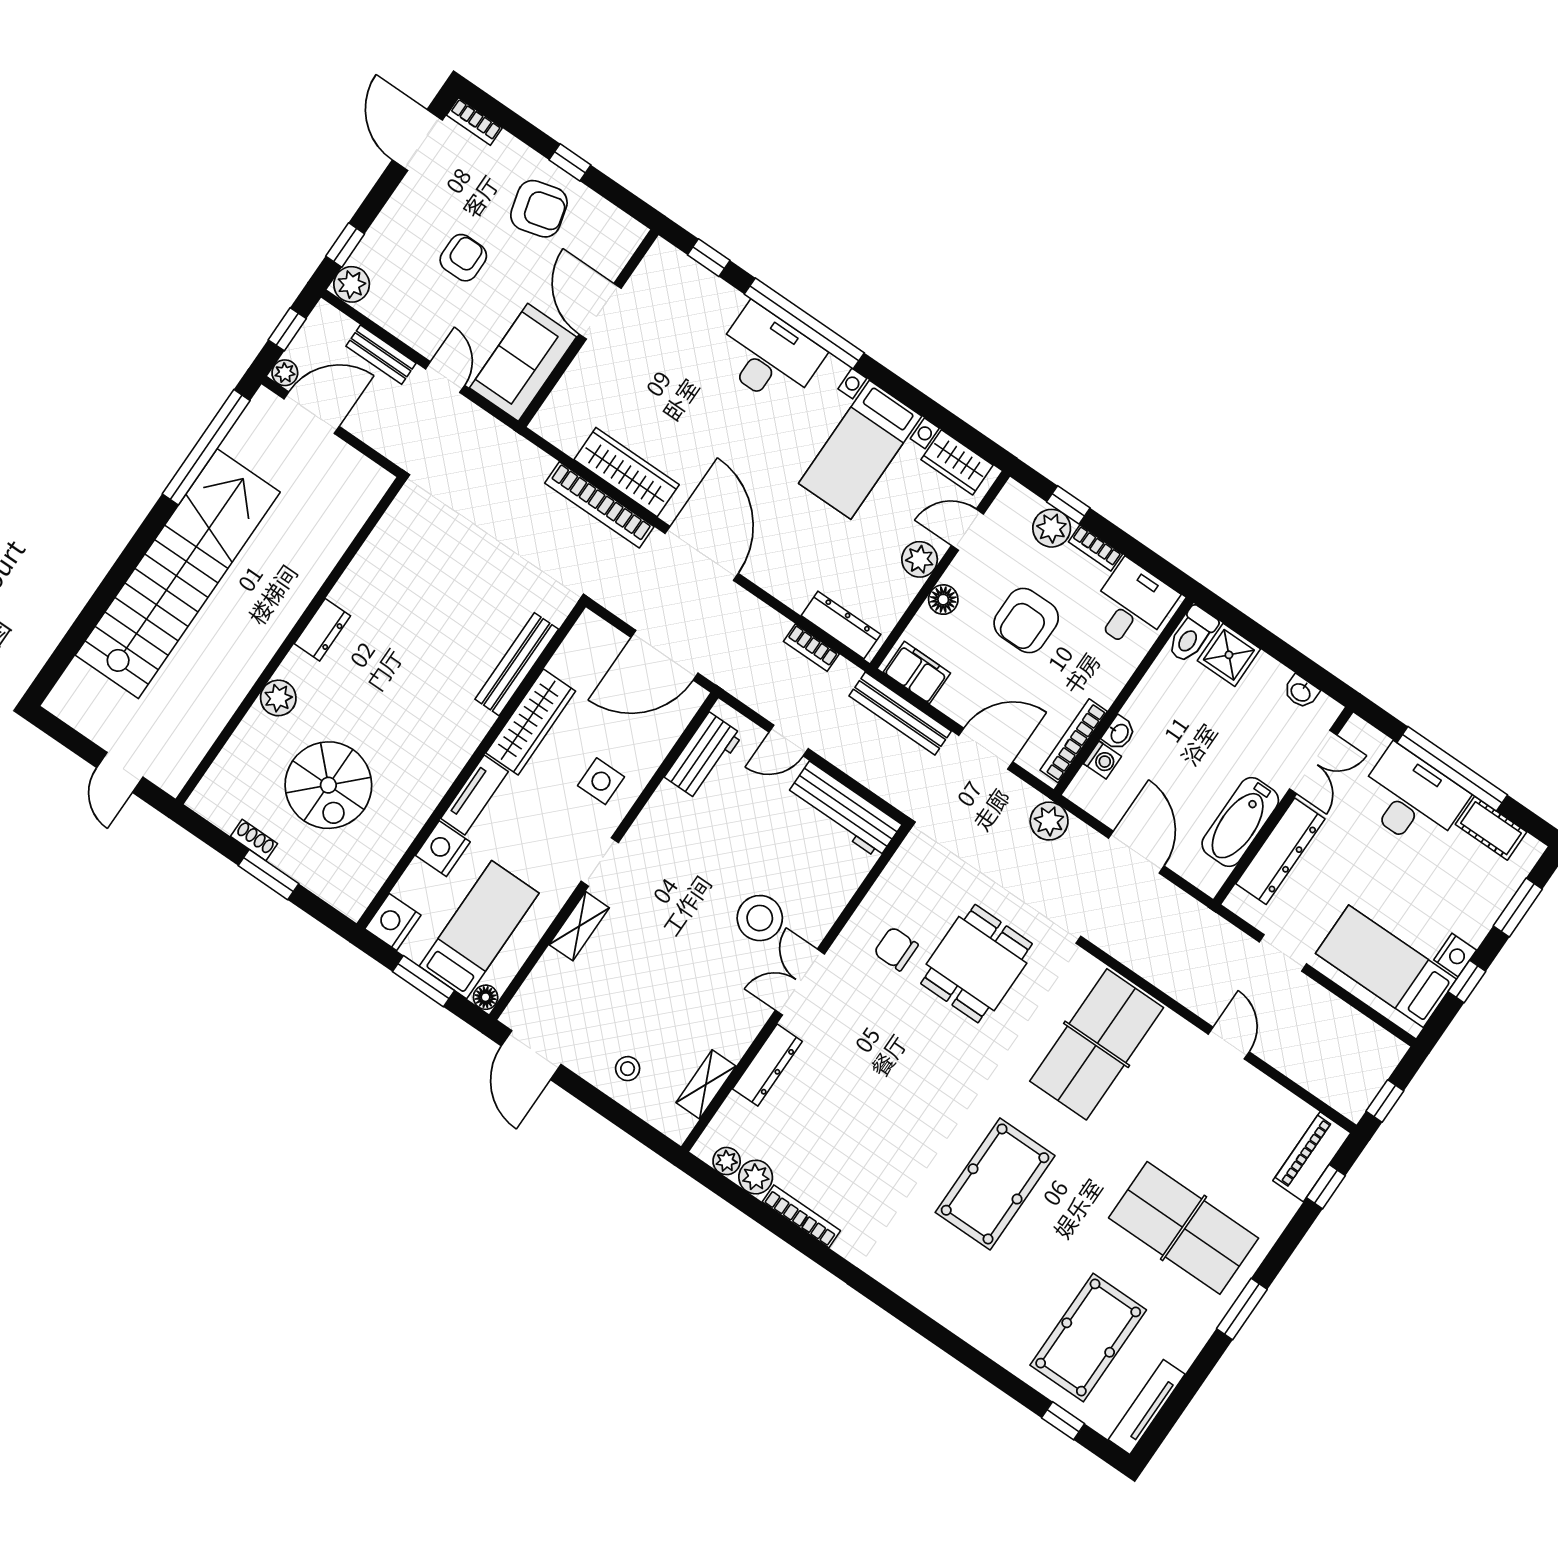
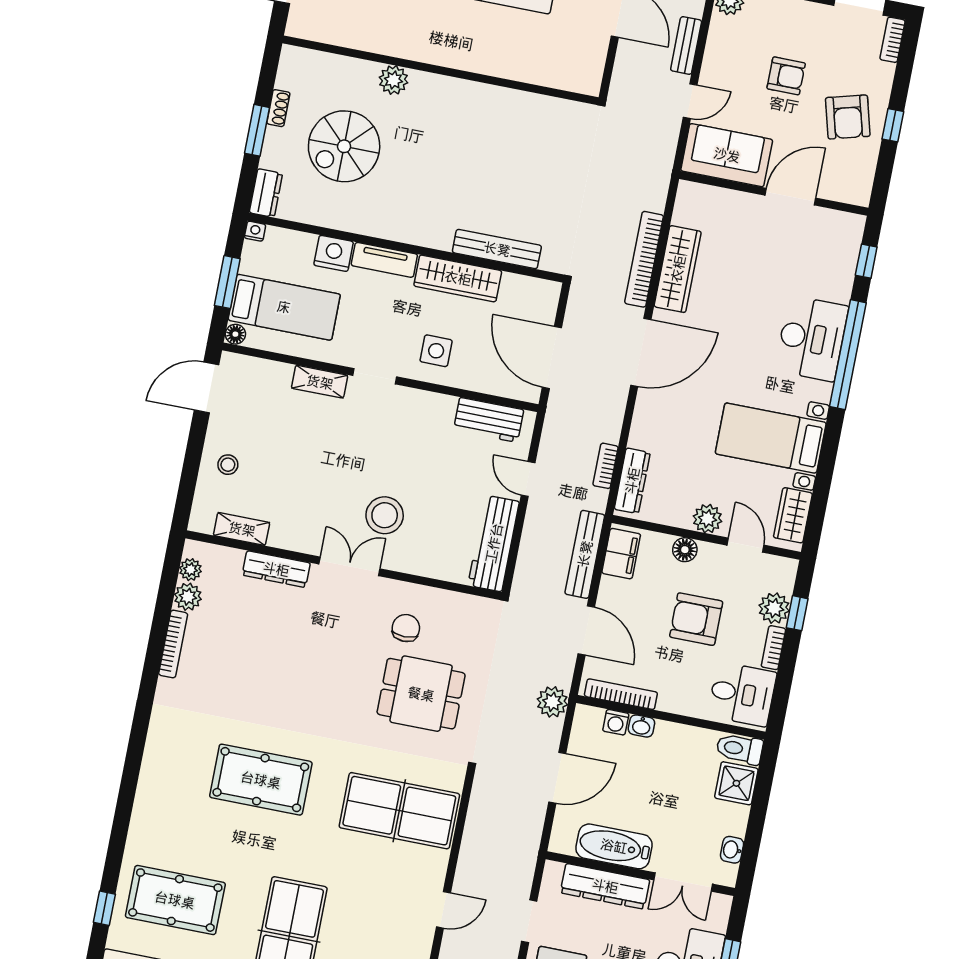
dresser: (322, 630) -> (266, 193), moved, turned -90
nightstand: (393, 922) -> (255, 231), width x0.53, depth x0.56

